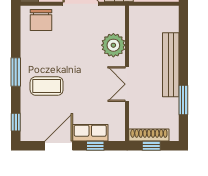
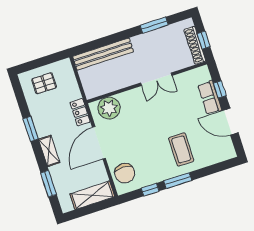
chair: (41, 20) -> (125, 173), turned 90
plant: (113, 45) -> (109, 108), moved
bench: (171, 65) -> (103, 54), moved
window: (16, 122) -> (150, 190), moved

